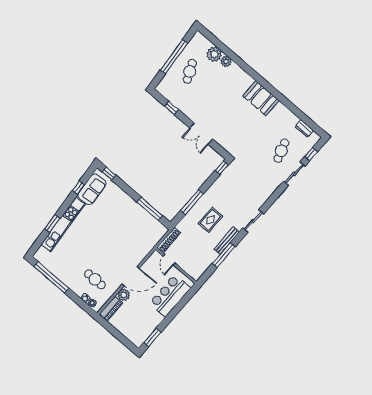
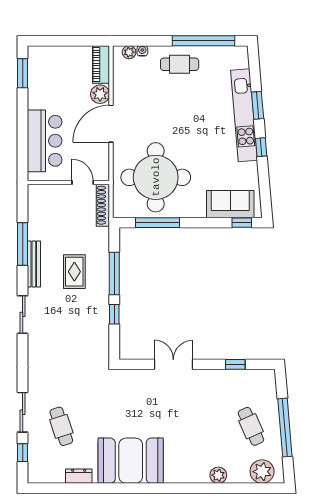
plant: (214, 54) -> (262, 472), moved
booth: (261, 98) -> (131, 461), width x1.36, depth x1.42
dresser: (304, 128) -> (79, 476), moved
window: (222, 168) -> (114, 314), moved
window: (79, 187) -> (261, 147), moved
sofa: (92, 189) -> (230, 204), moved, turned 95
round table: (132, 231) -> (156, 177), added
cafe table: (95, 279) -> (180, 64), moved

